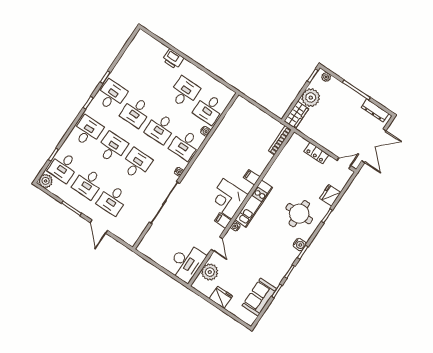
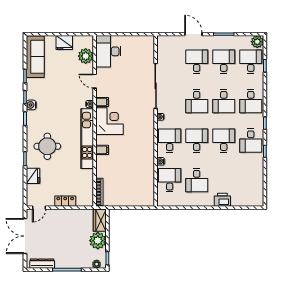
kitchen unit: (254, 204) -> (87, 139), width x1.36
water cooler: (300, 245) -> (31, 105), moved
sofa: (259, 297) -> (35, 57), width x1.36

